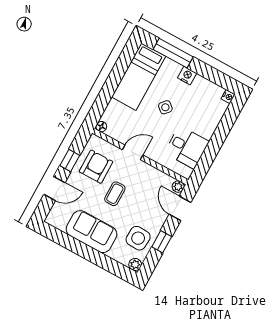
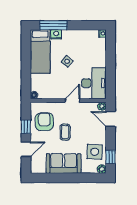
nightstand: (187, 76) -> (56, 34), moved
desk: (187, 147) -> (94, 83), width x1.37
door: (133, 152) -> (72, 100), moved
window: (162, 242) -> (111, 157), moved

